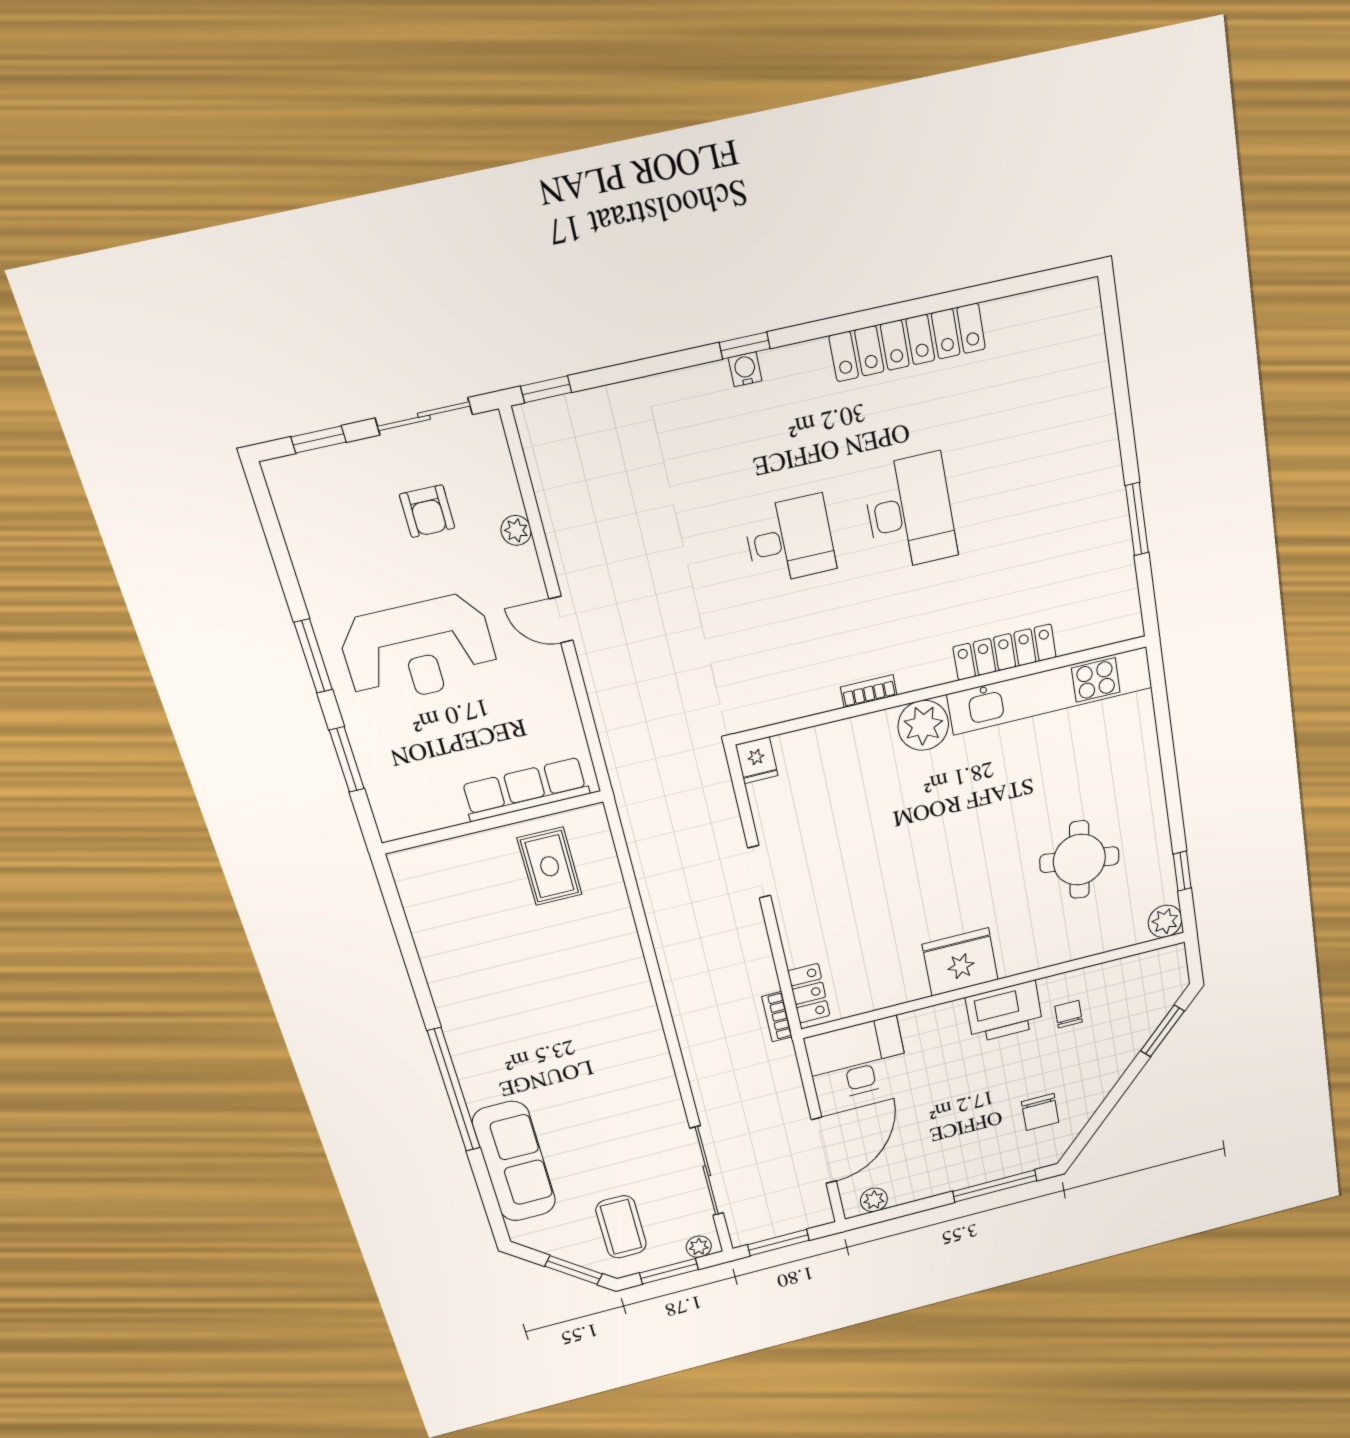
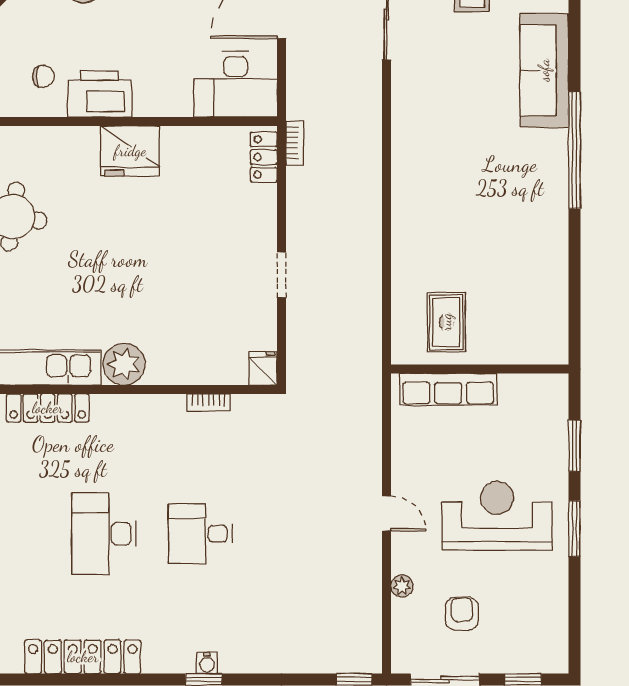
bookcase: (869, 691) -> (208, 403), moved
chair: (1069, 1014) -> (43, 76), turned -90

